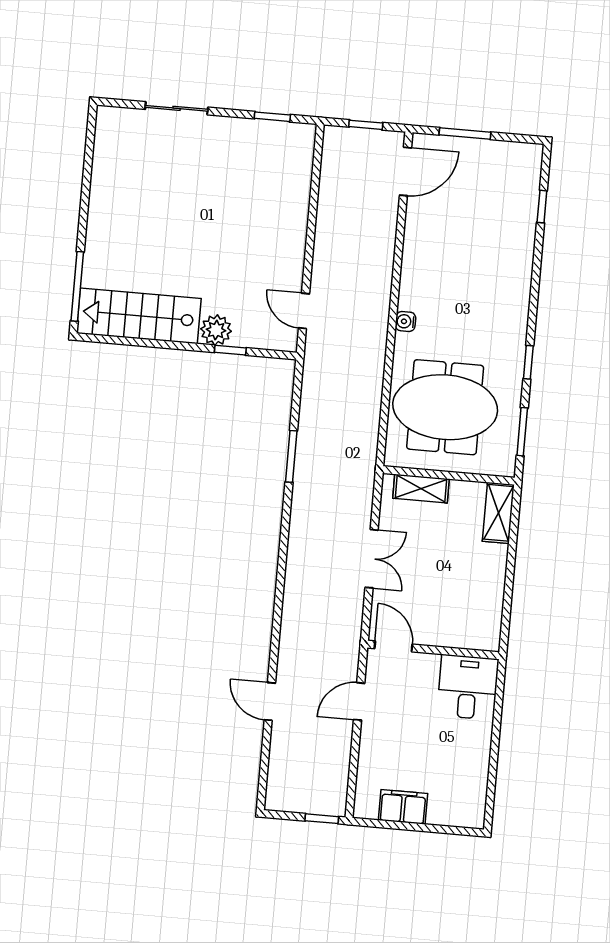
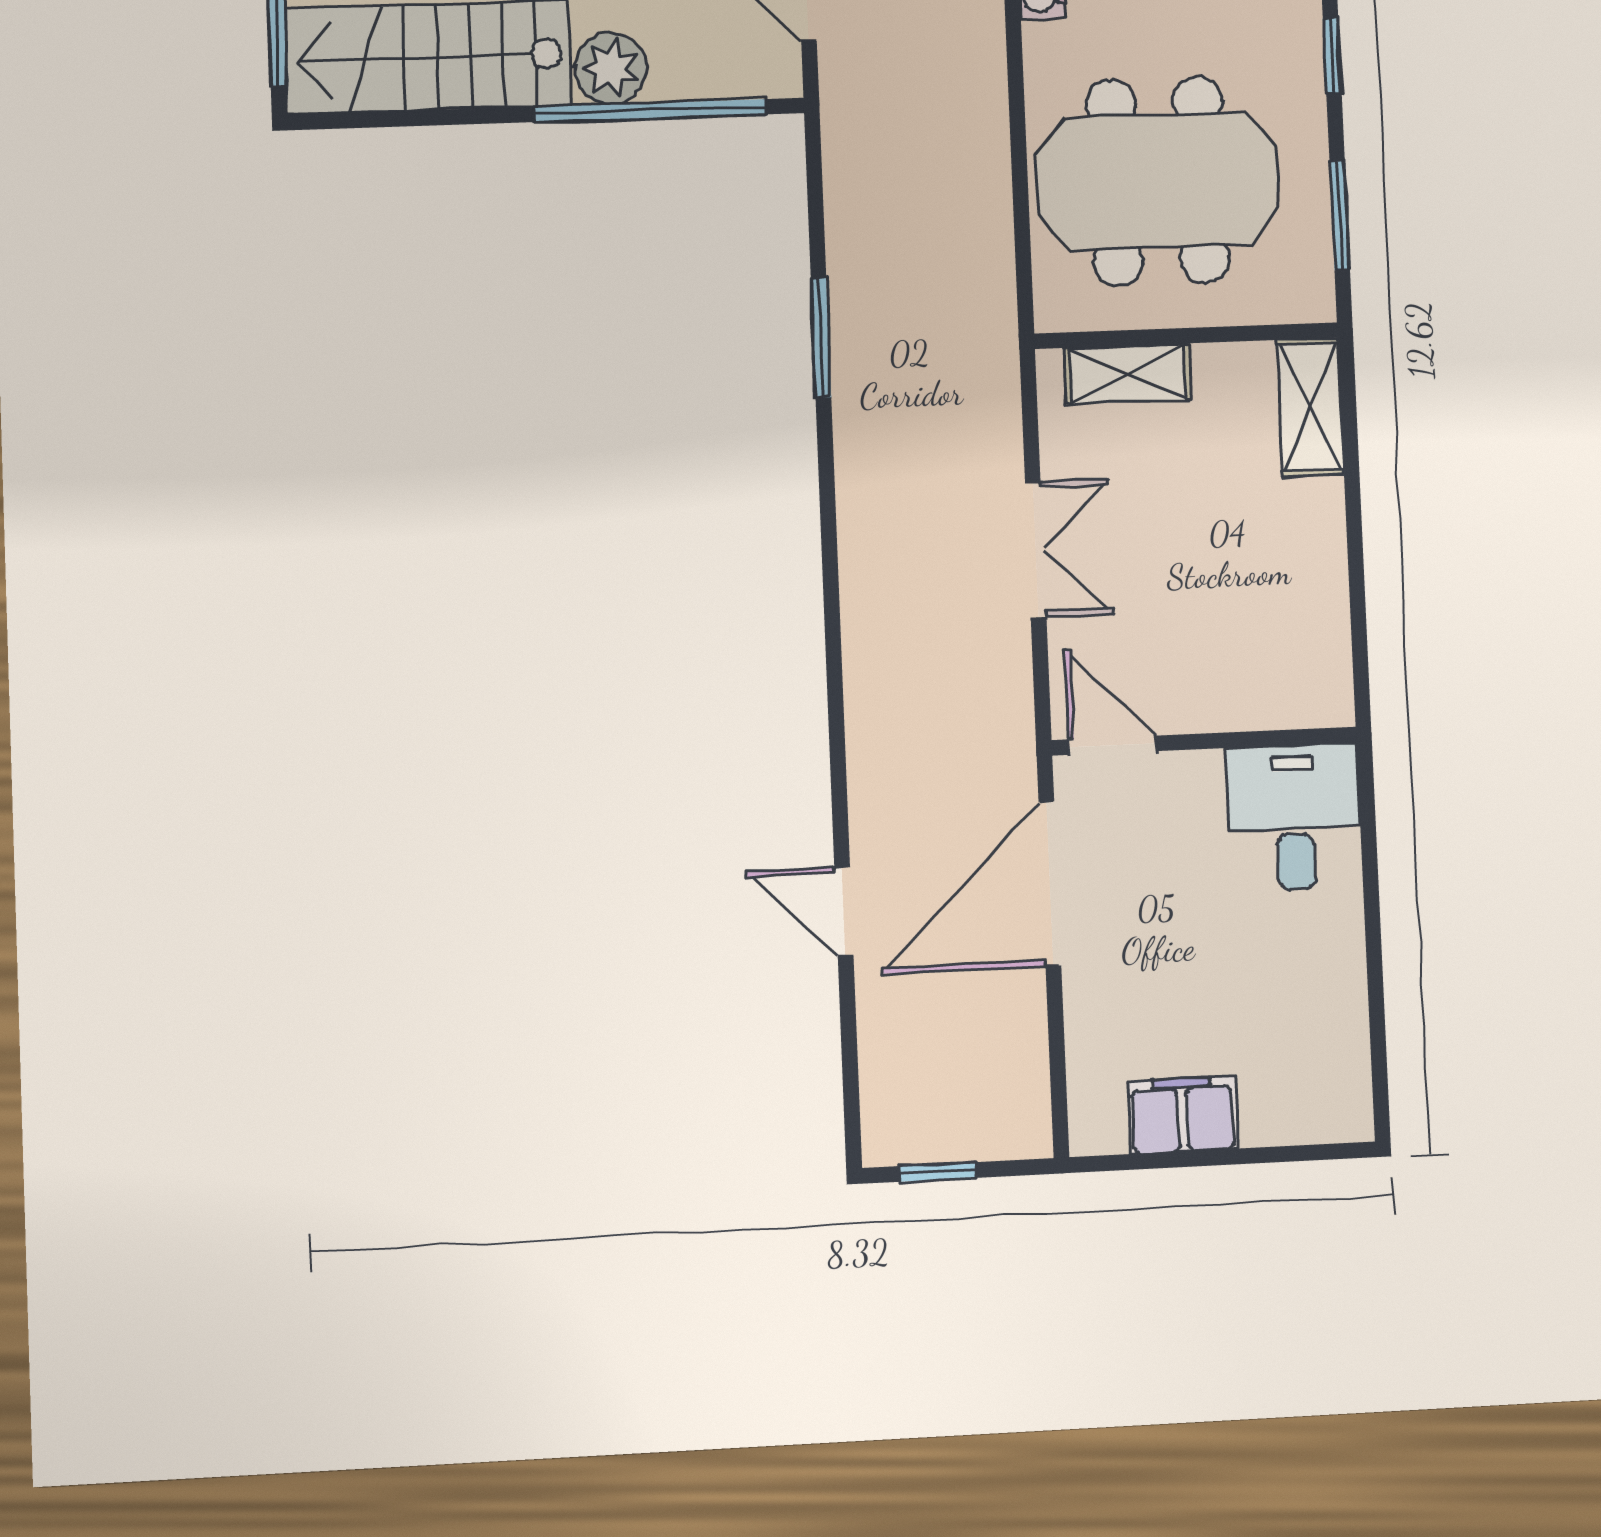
window: (230, 350) -> (650, 111), width x3.17
door: (359, 701) -> (1050, 884), width x1.88
window: (322, 819) -> (938, 1172), moved

